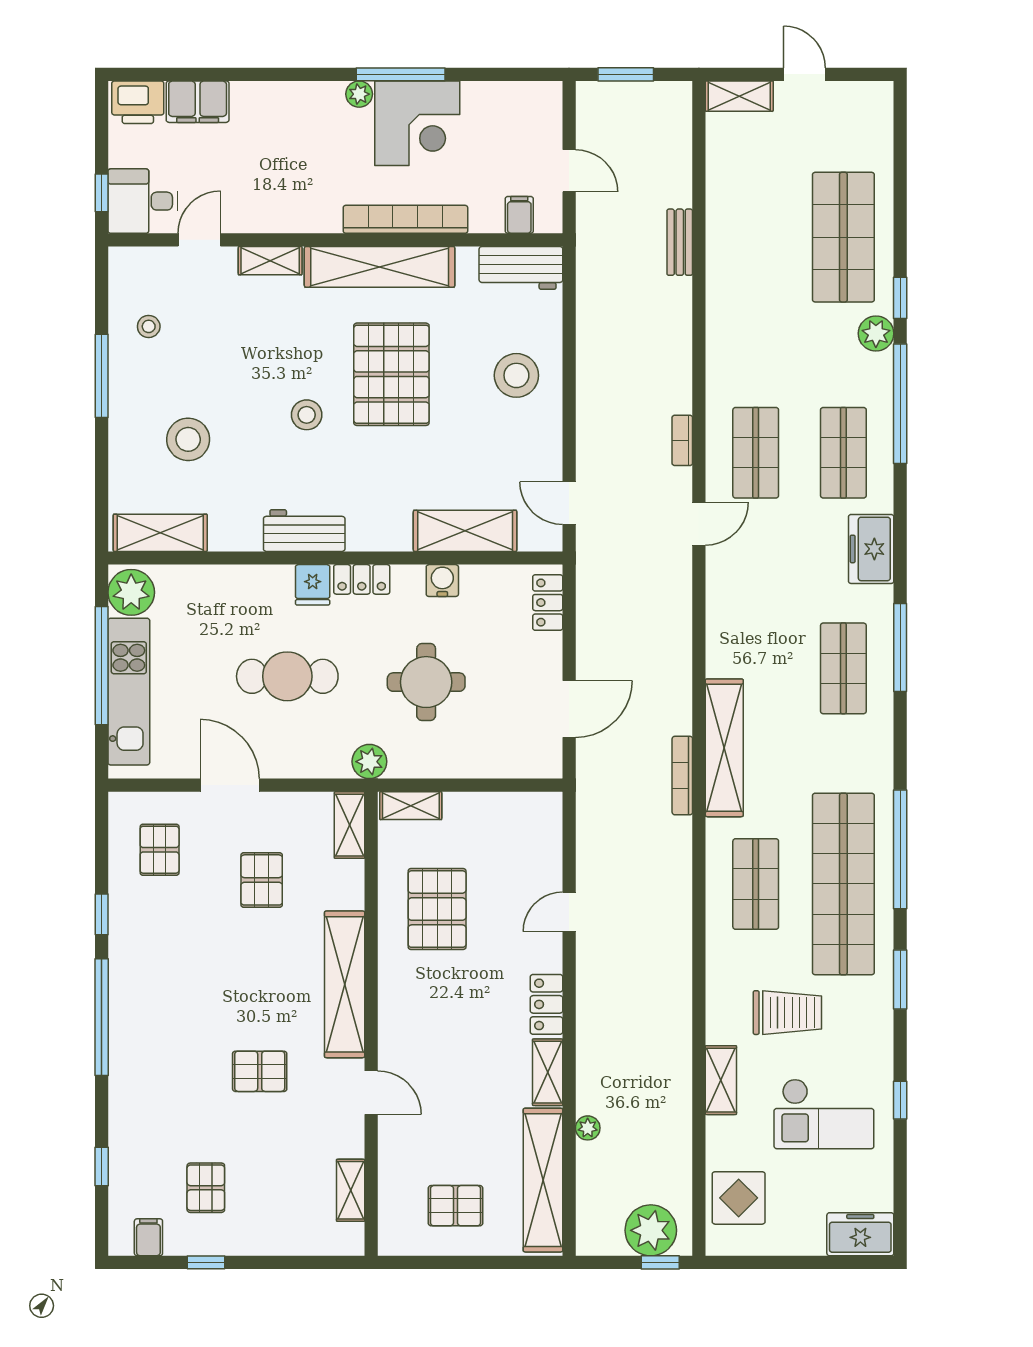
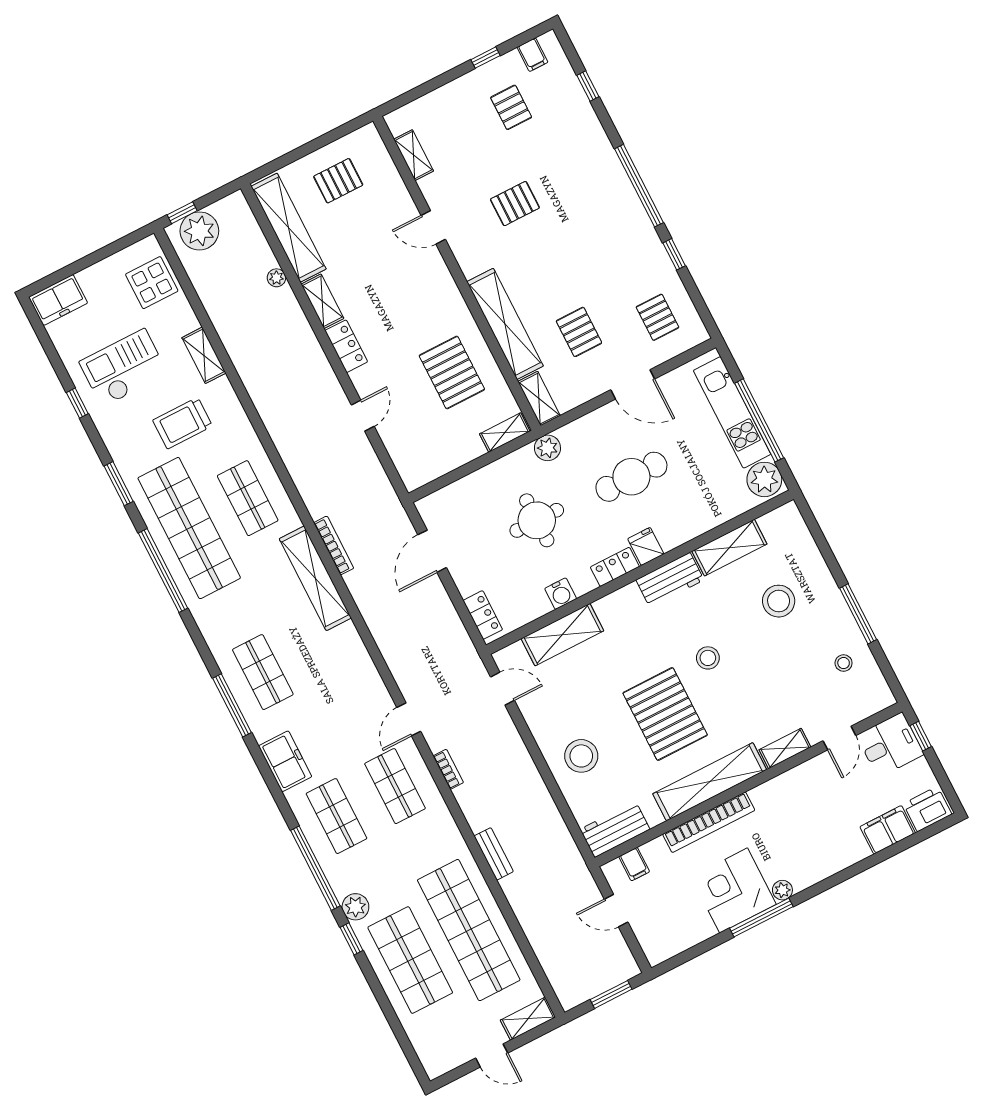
shop shelf: (756, 237) -> (469, 930), added
bench: (680, 242) -> (494, 854), moved
shelving: (160, 533) -> (729, 548), moved
shelving: (345, 984) -> (505, 324), moved

